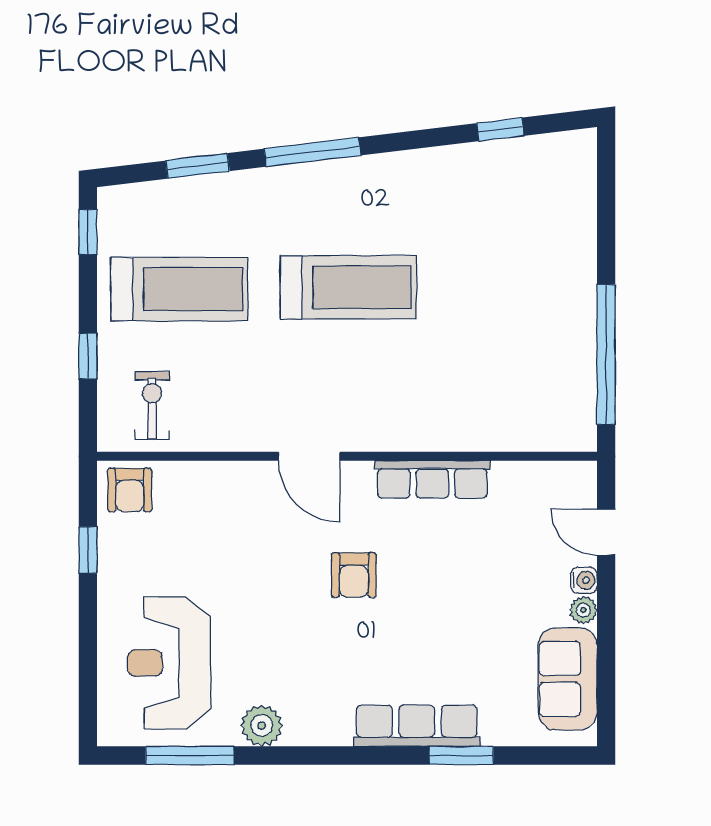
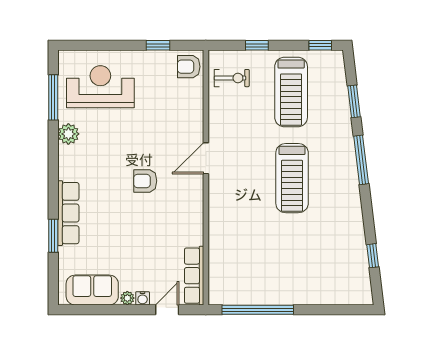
row of seats: (432, 479) -> (194, 276), moved

